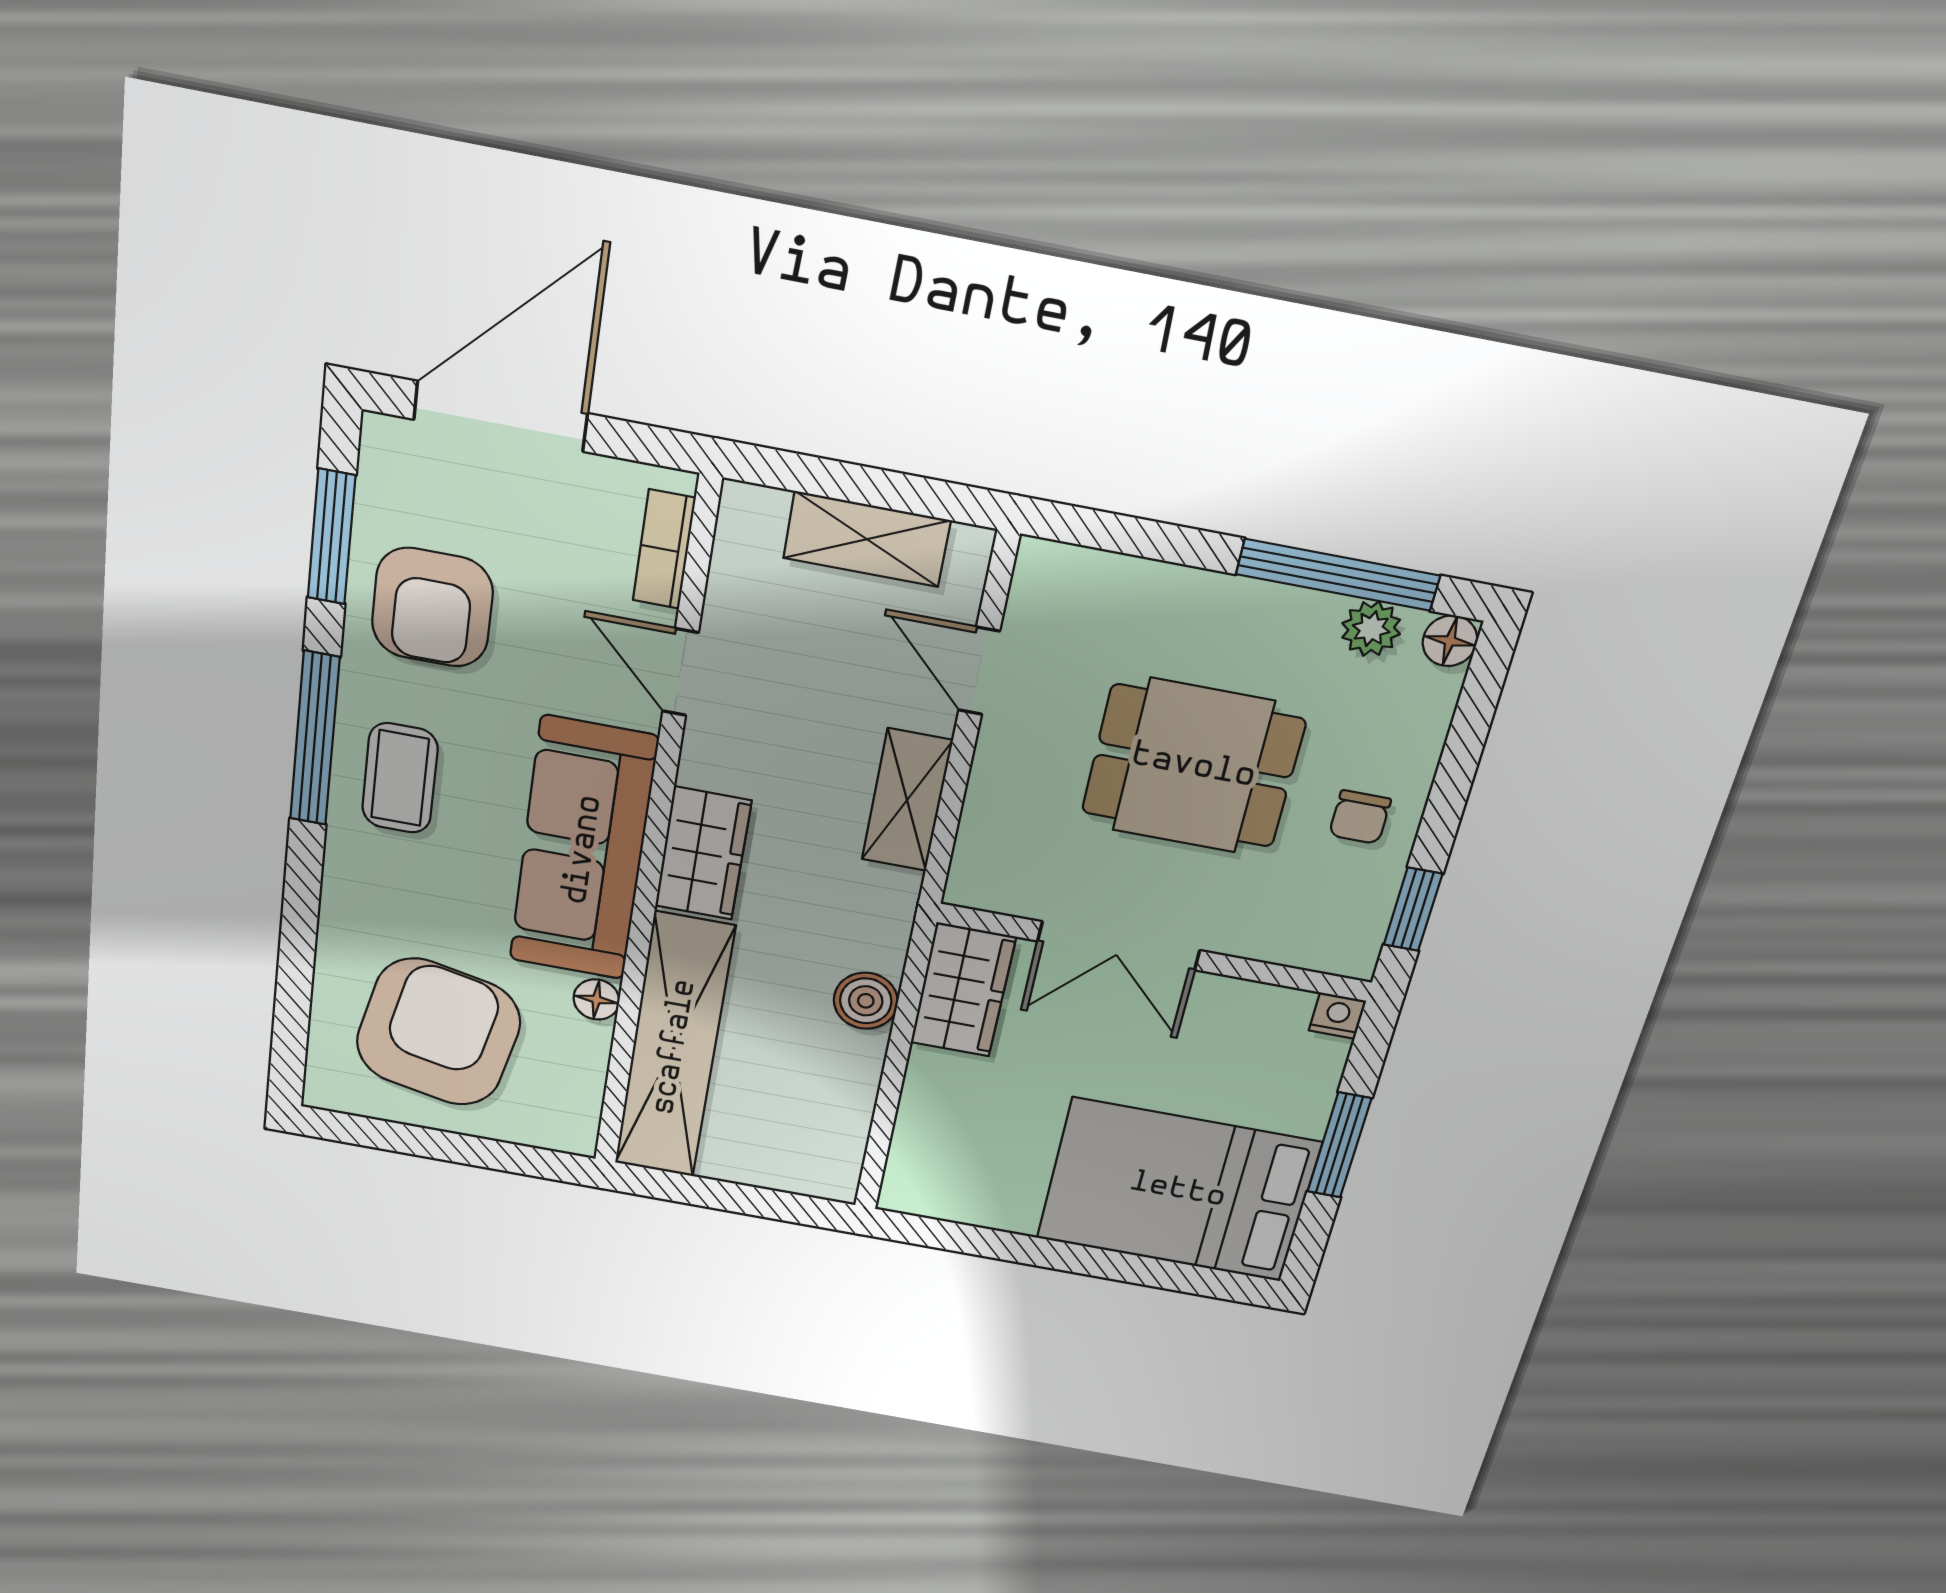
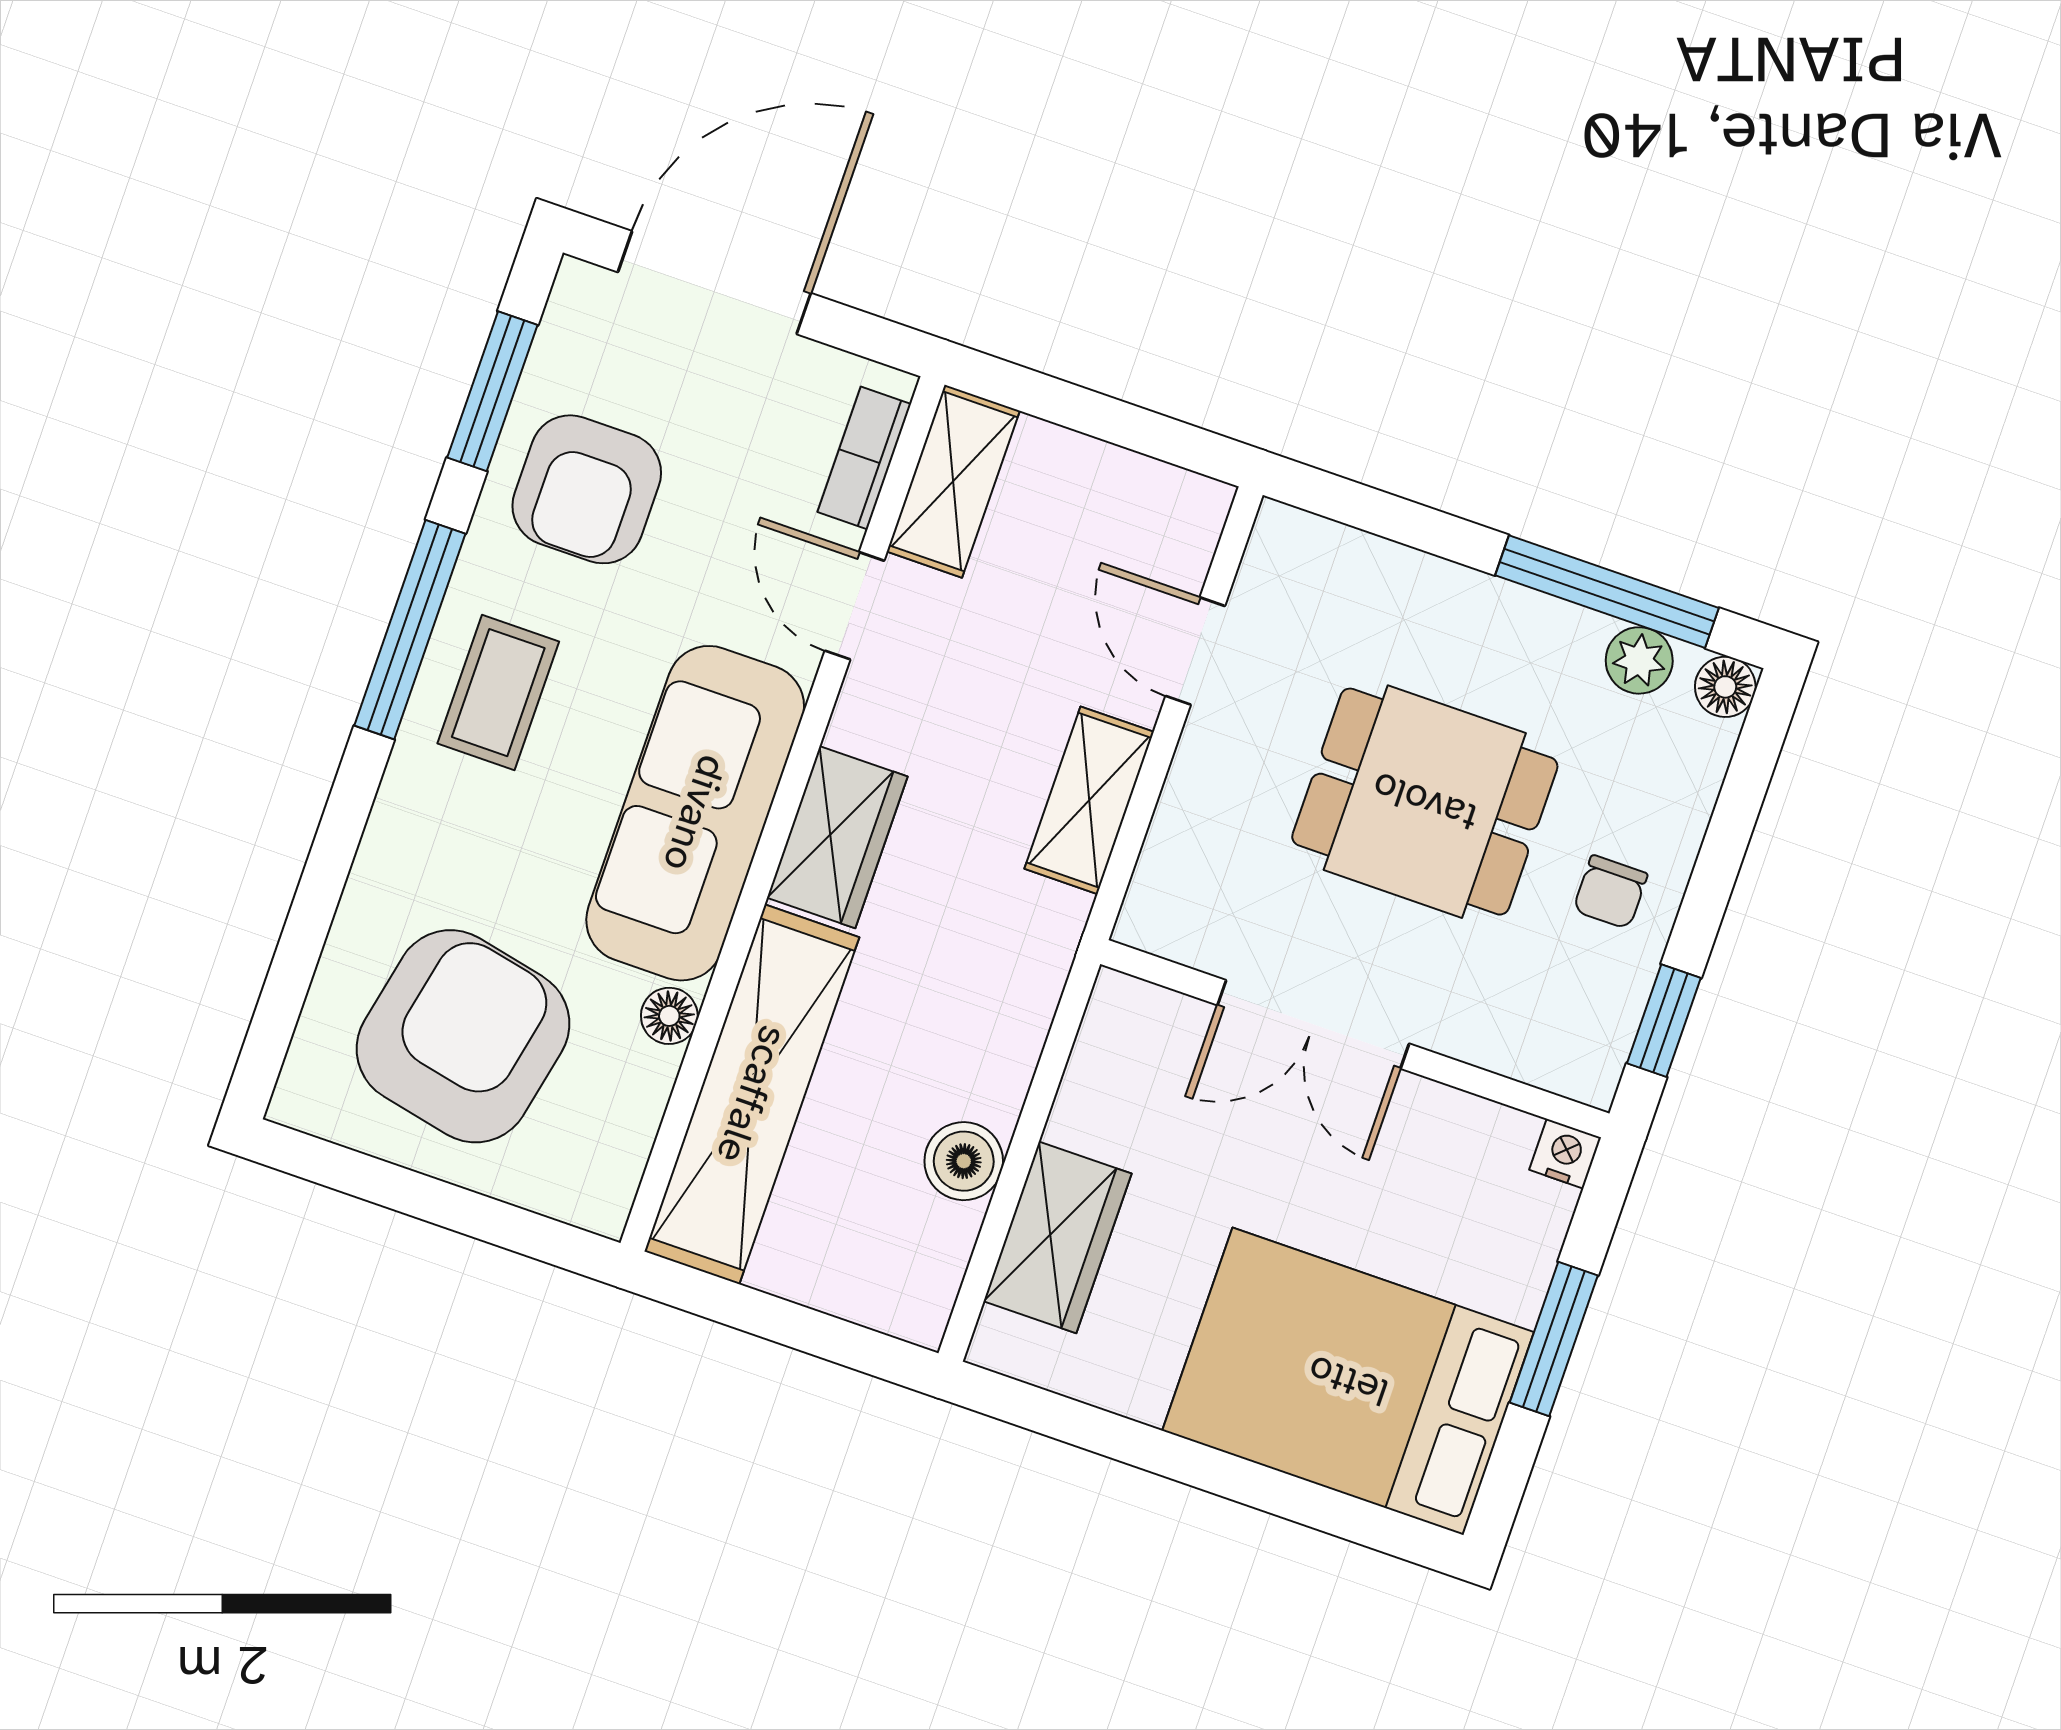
shelving: (867, 539) -> (953, 481), moved, turned 90
wardrobe: (963, 990) -> (1057, 1237), moved
boiler: (866, 1001) -> (964, 1161), moved

